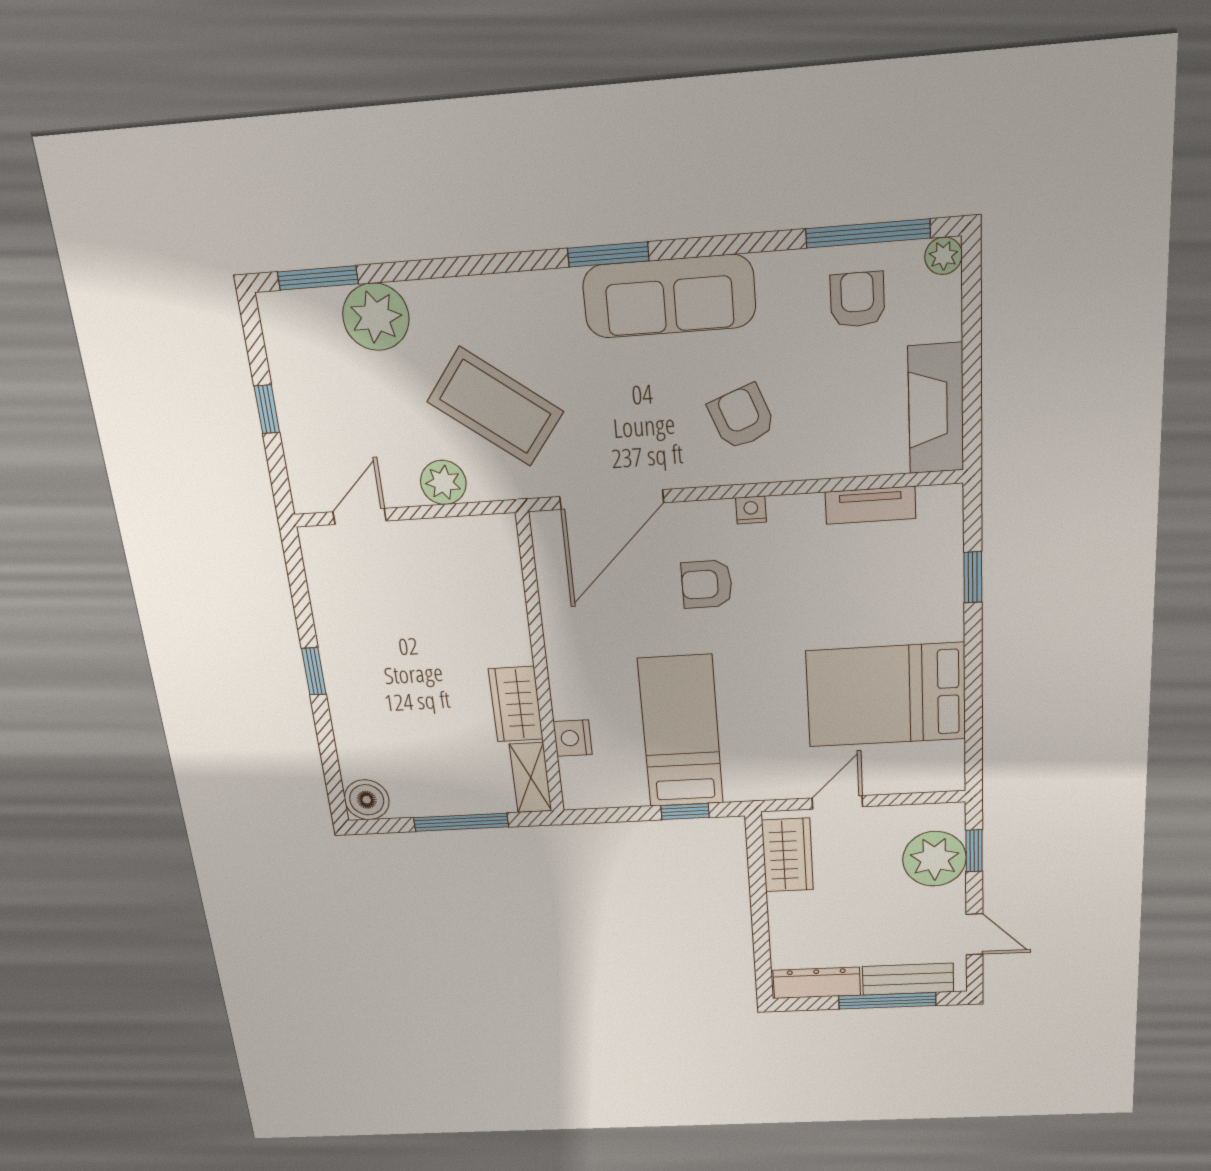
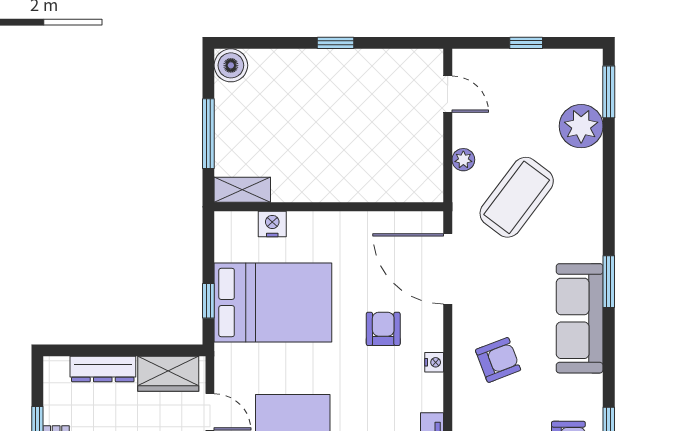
plant: (443, 482) -> (463, 160), width x0.73, depth x0.73
wardrobe: (516, 704) -> (301, 186), removed
bed: (681, 732) -> (273, 302), width x1.50
dresser: (817, 983) -> (103, 369), moved, turned 90

